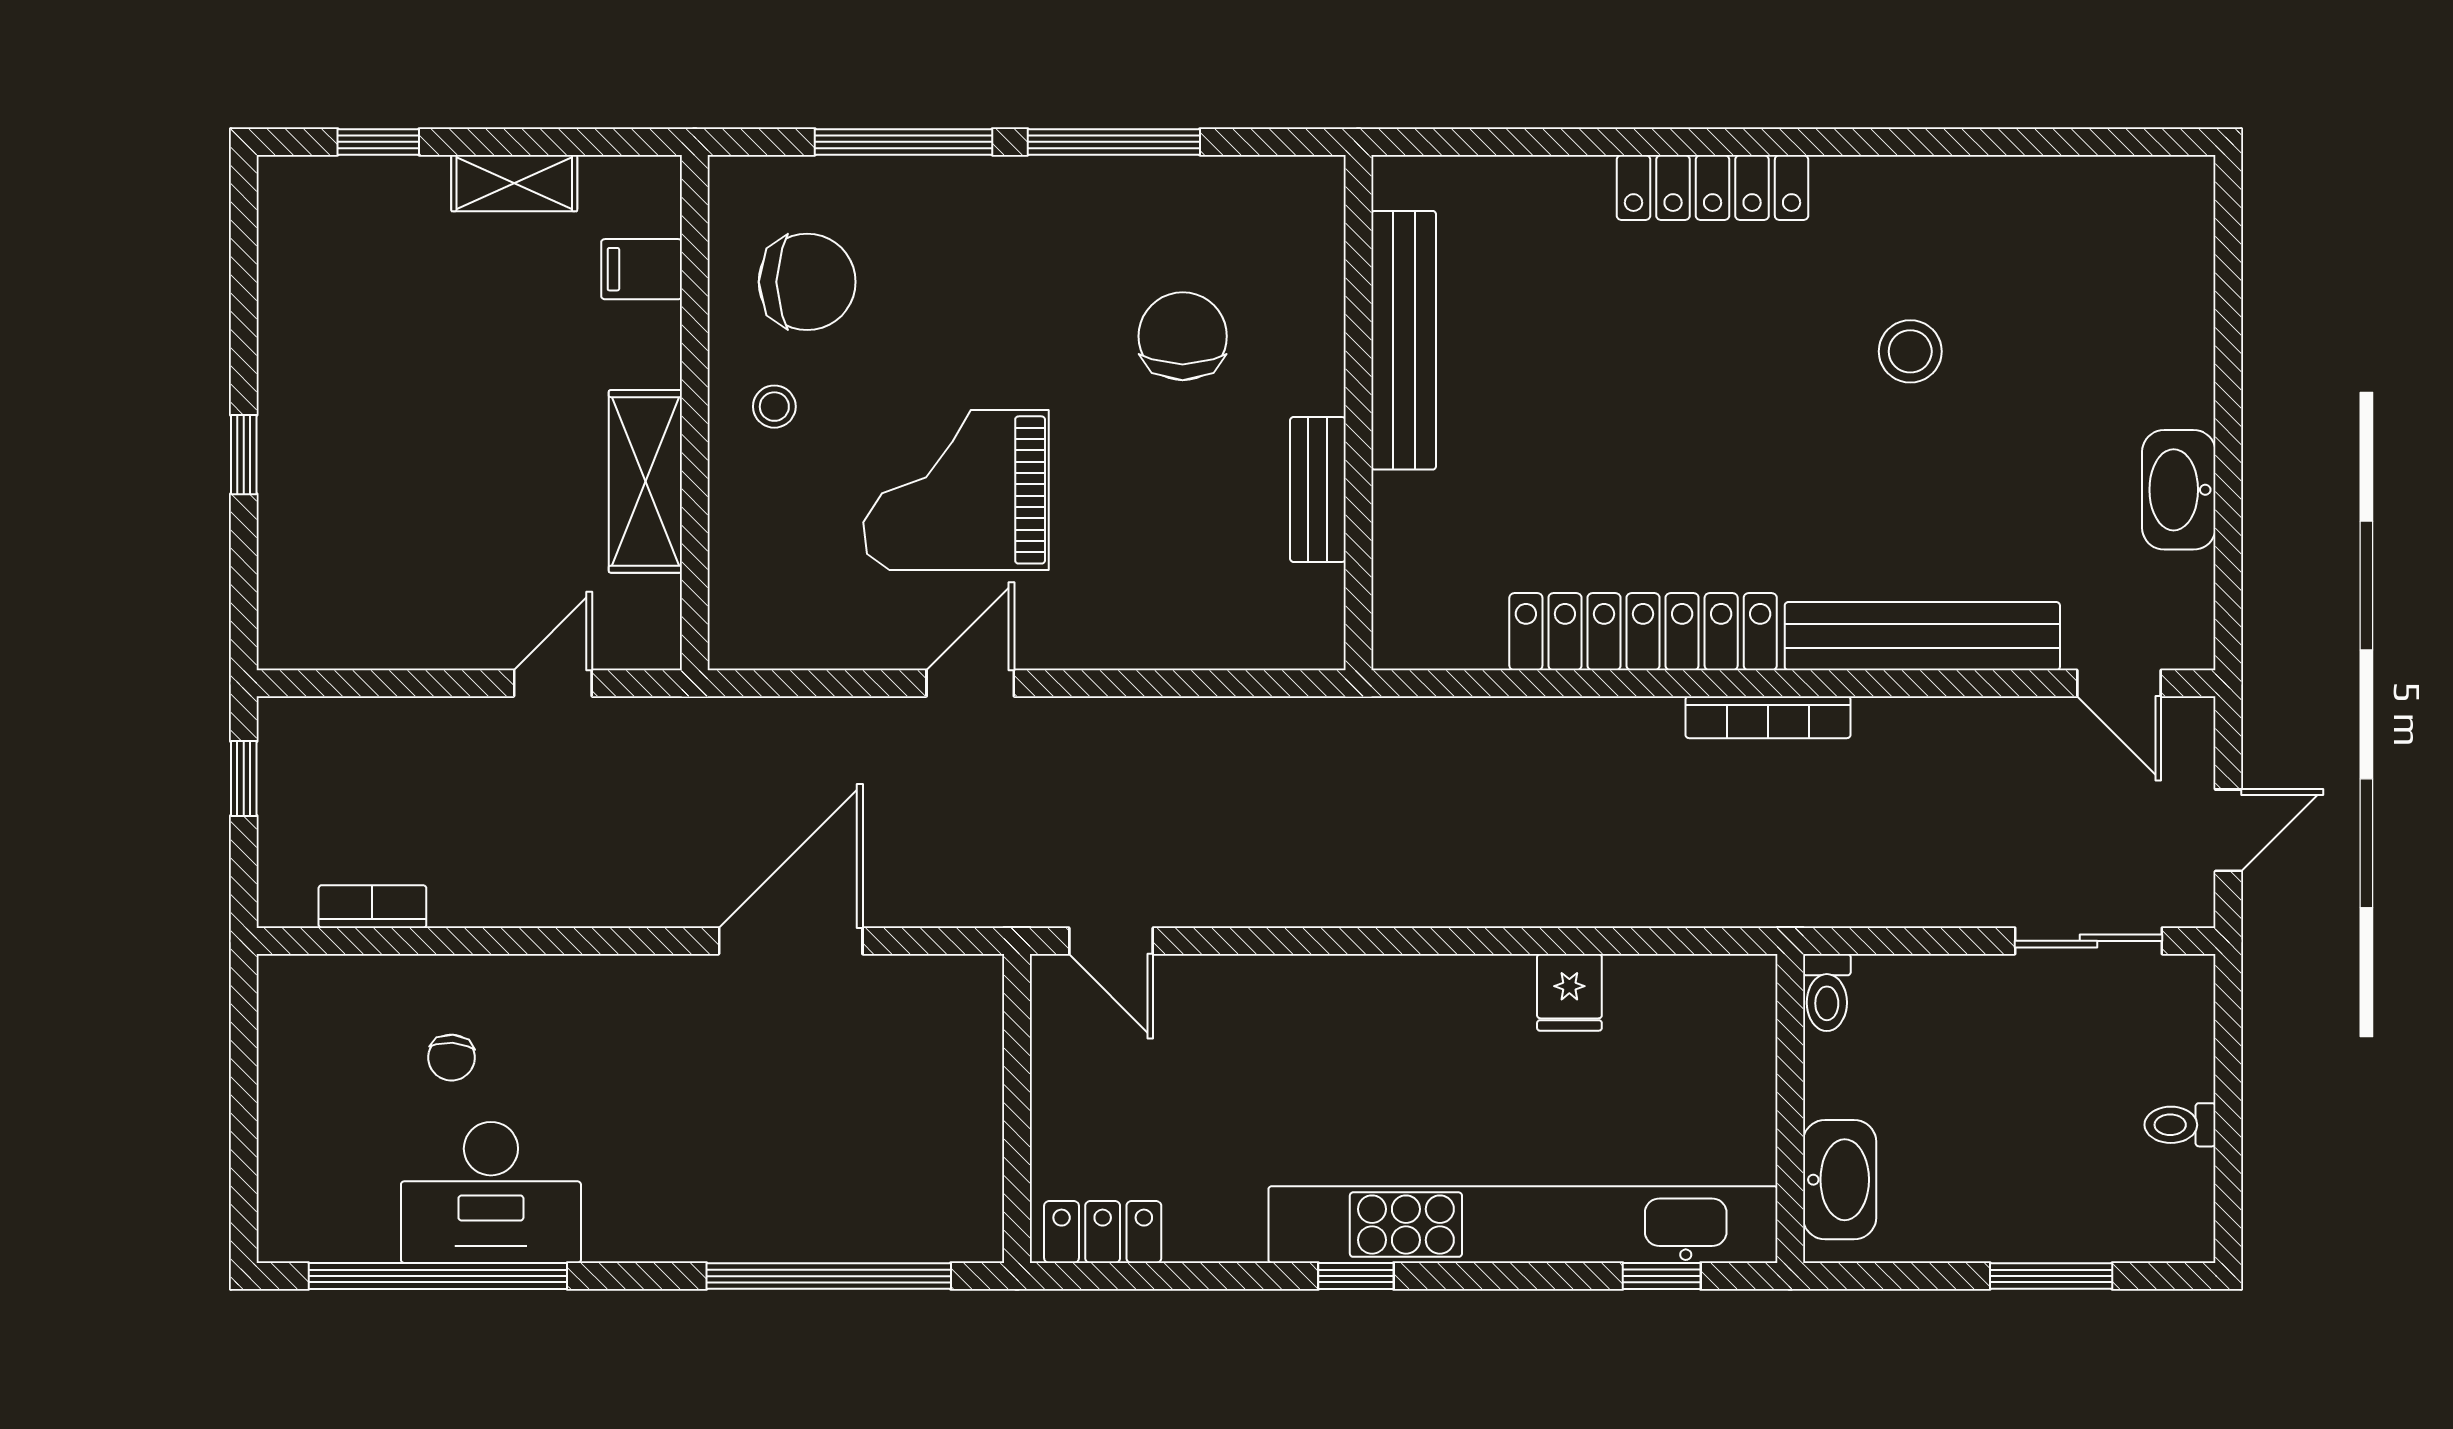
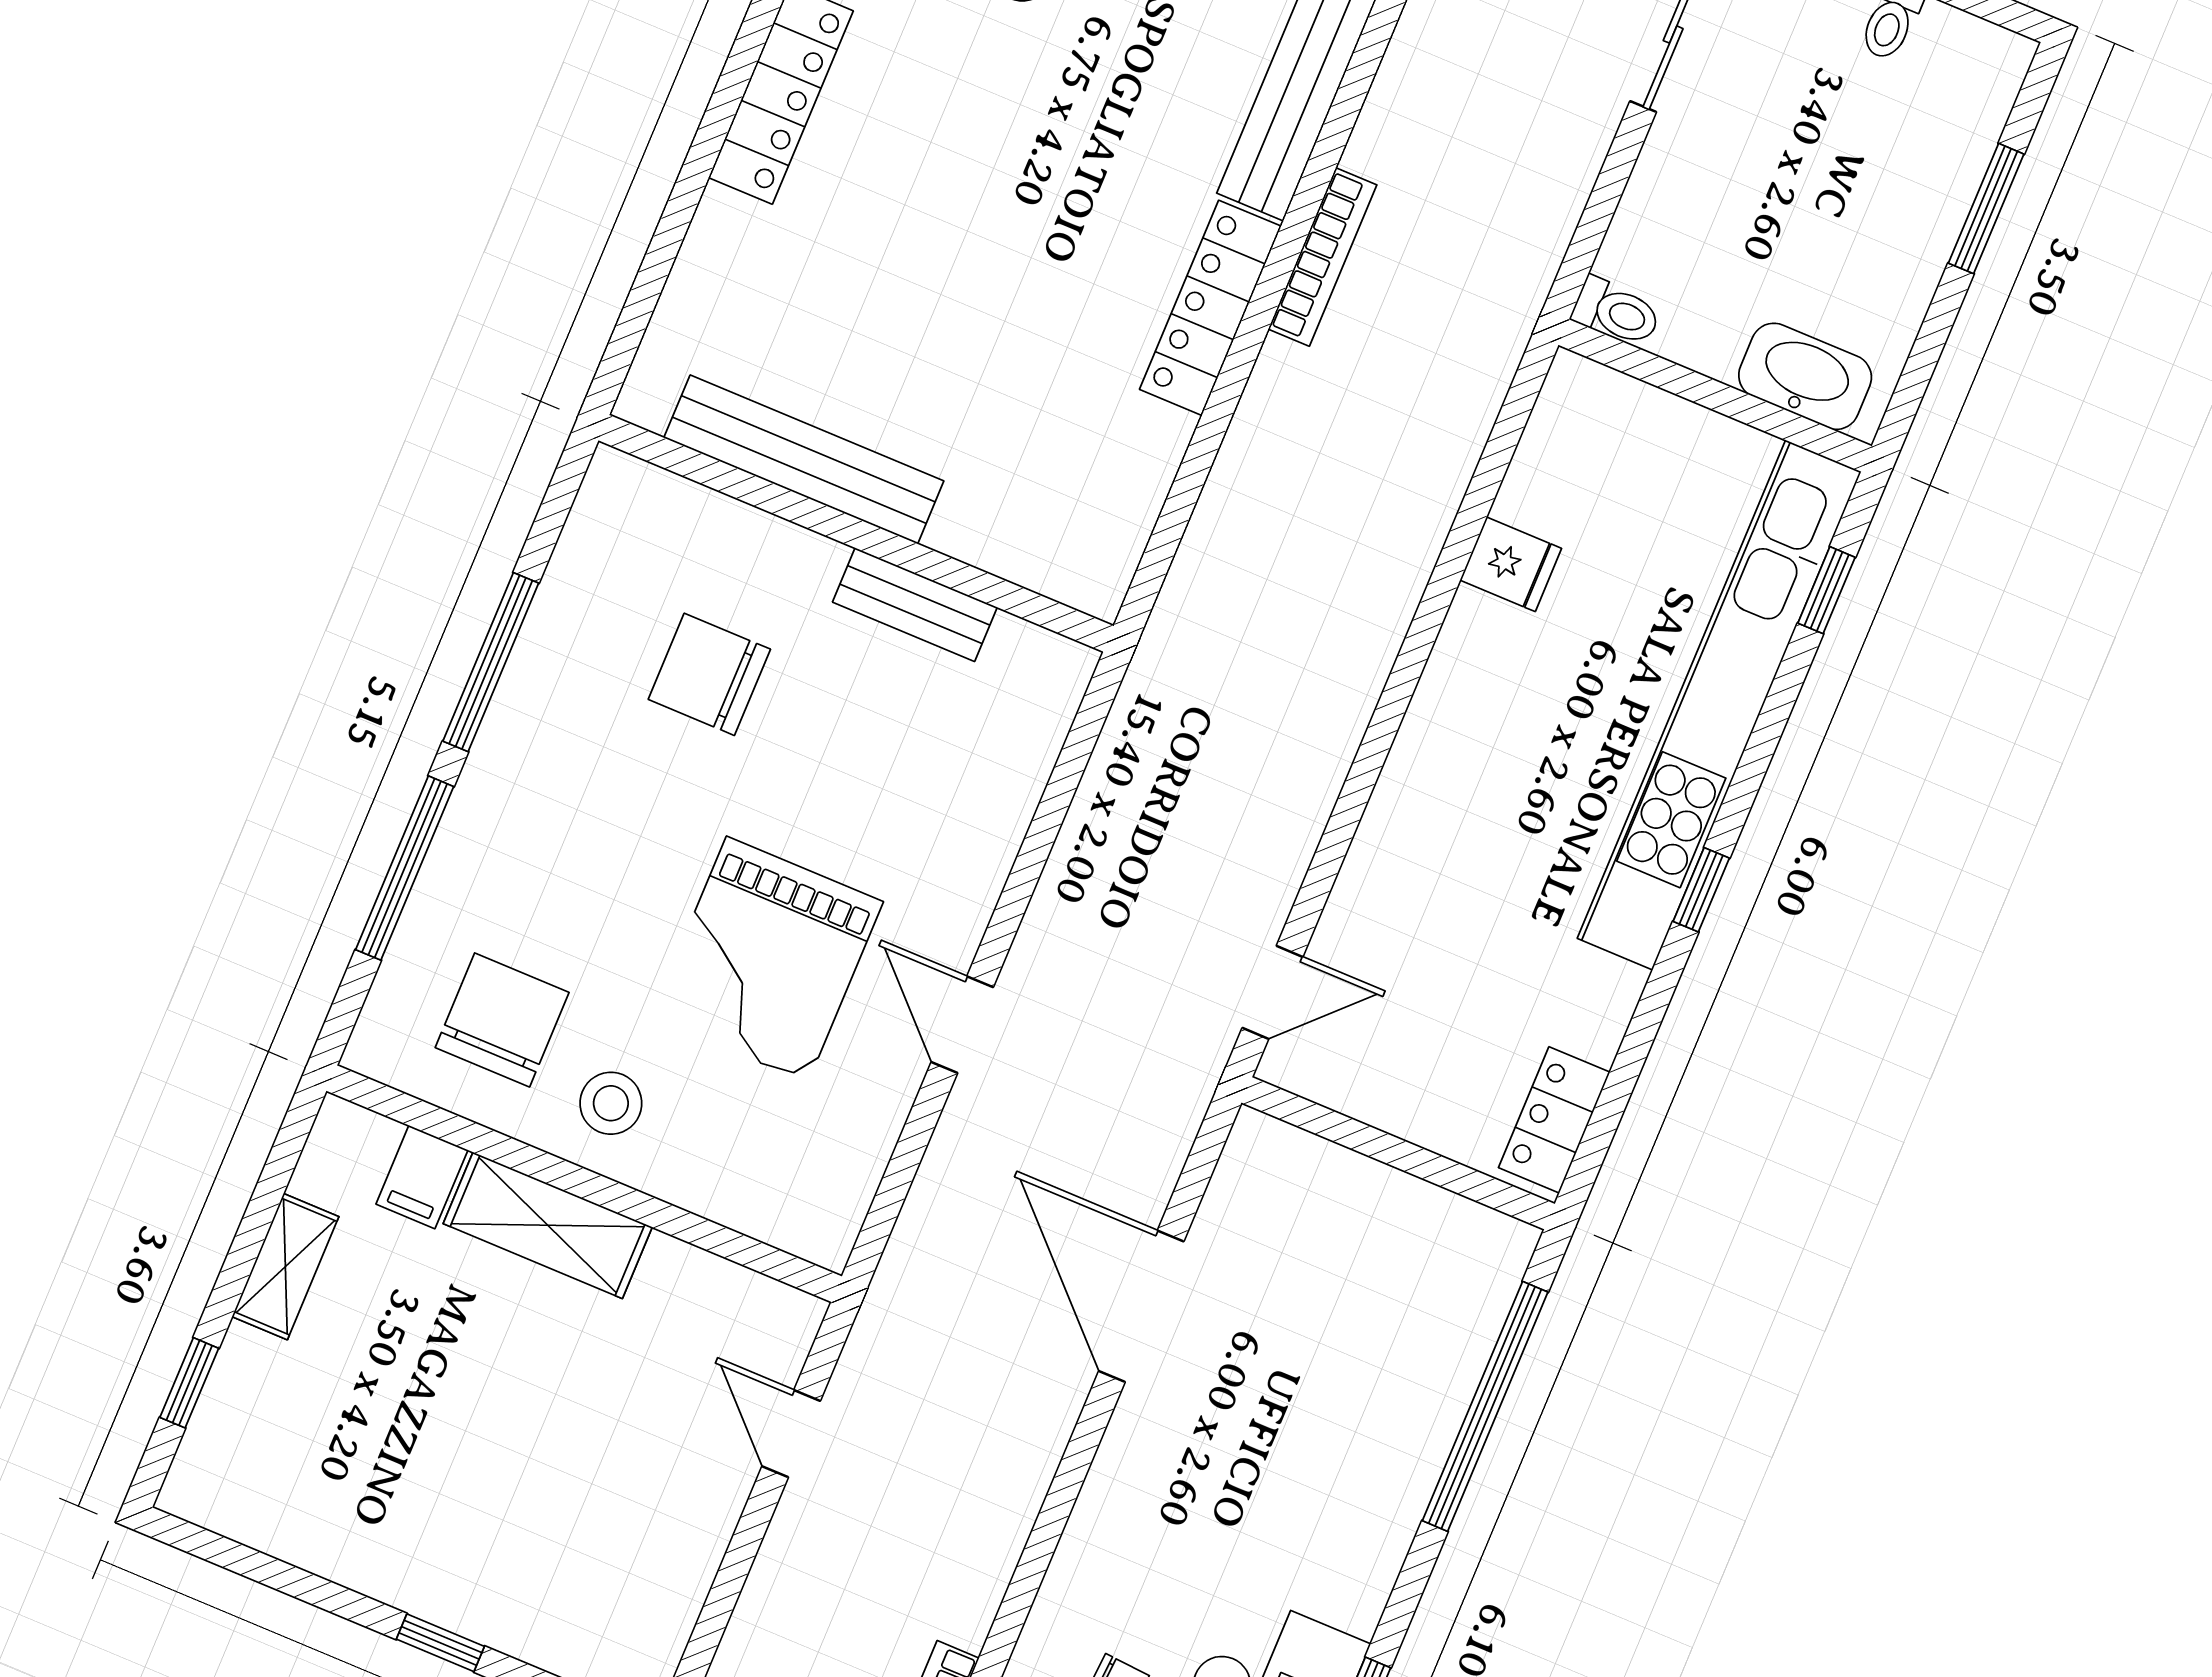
stool: (774, 407) -> (611, 1103), width x1.37, depth x1.37
shelving: (645, 481) -> (548, 1225), moved
locker: (1643, 632) -> (1210, 308), width x0.71, depth x0.83

